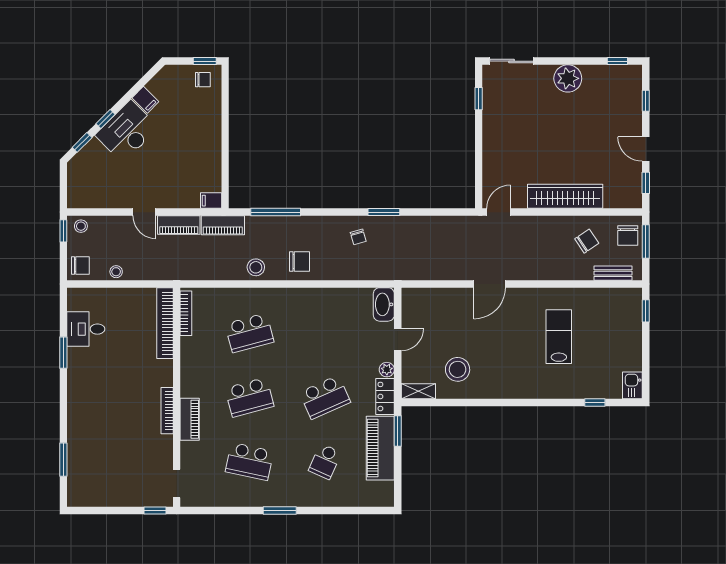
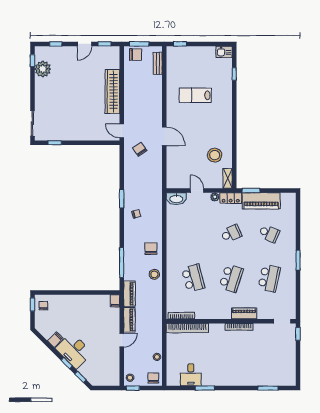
plant: (568, 78) -> (43, 69), moved
chair: (587, 241) -> (140, 149), moved
school desk: (249, 397) -> (231, 278), turned 33
school desk: (325, 397) -> (231, 234), width x0.54

